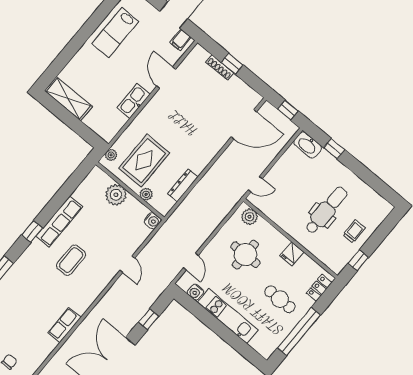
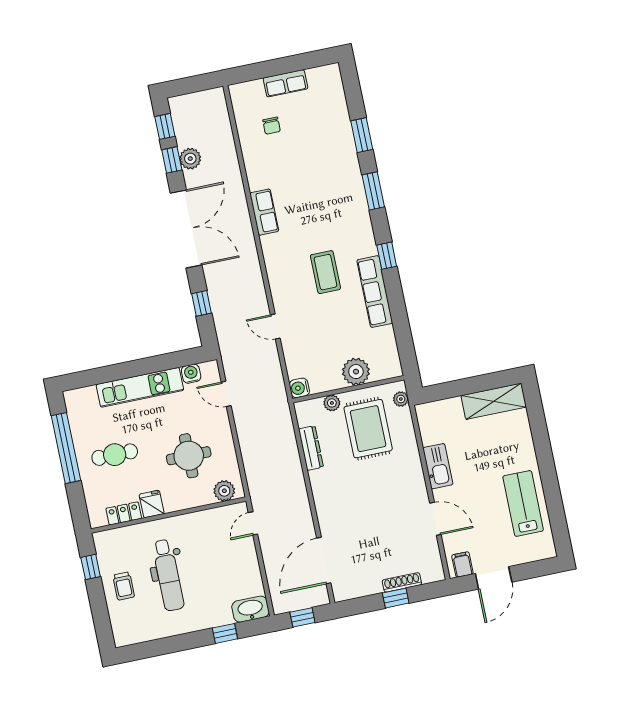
locker: (319, 288) -> (124, 513), moved, turned -90

